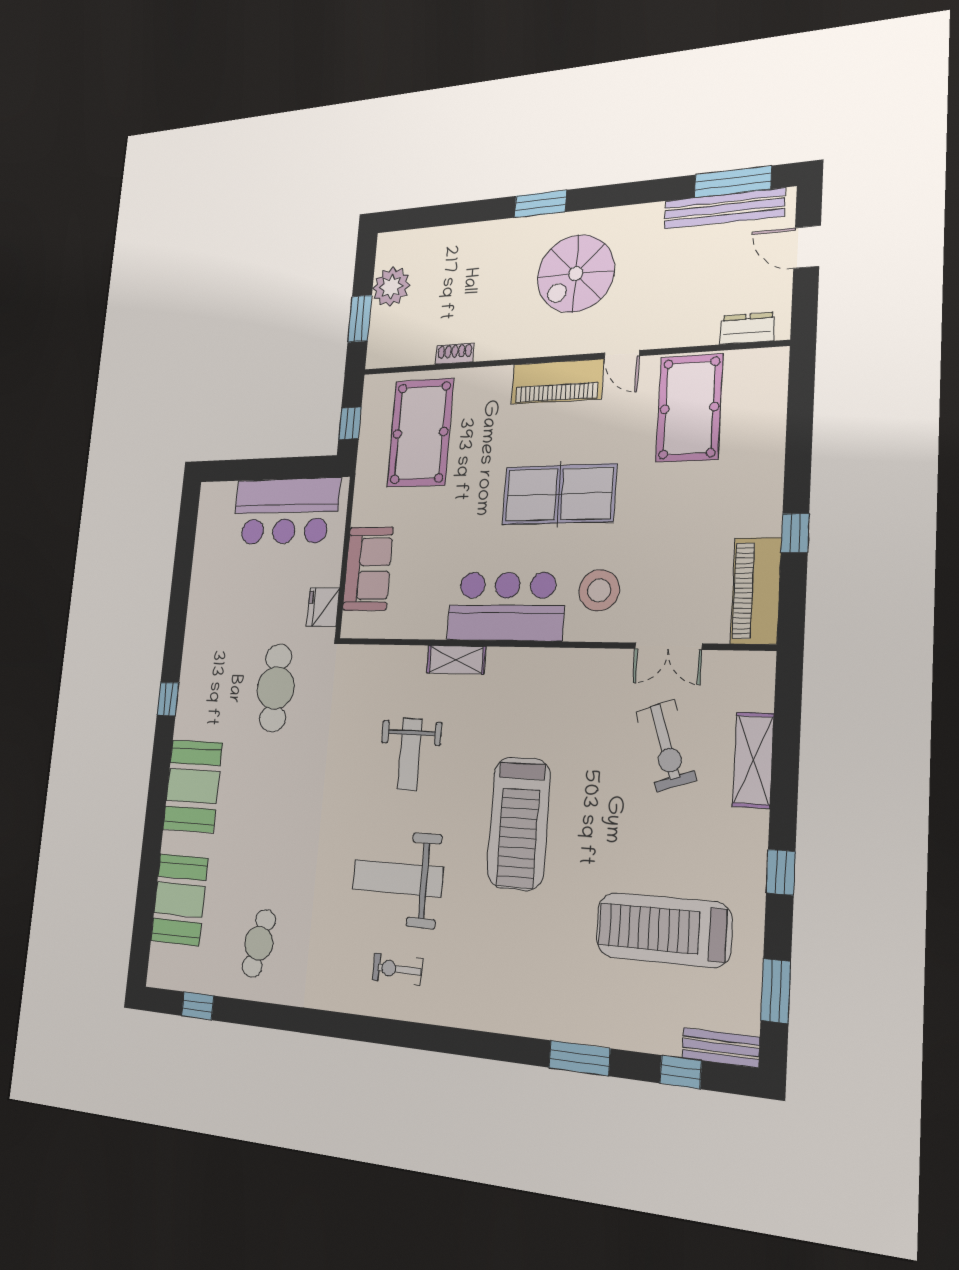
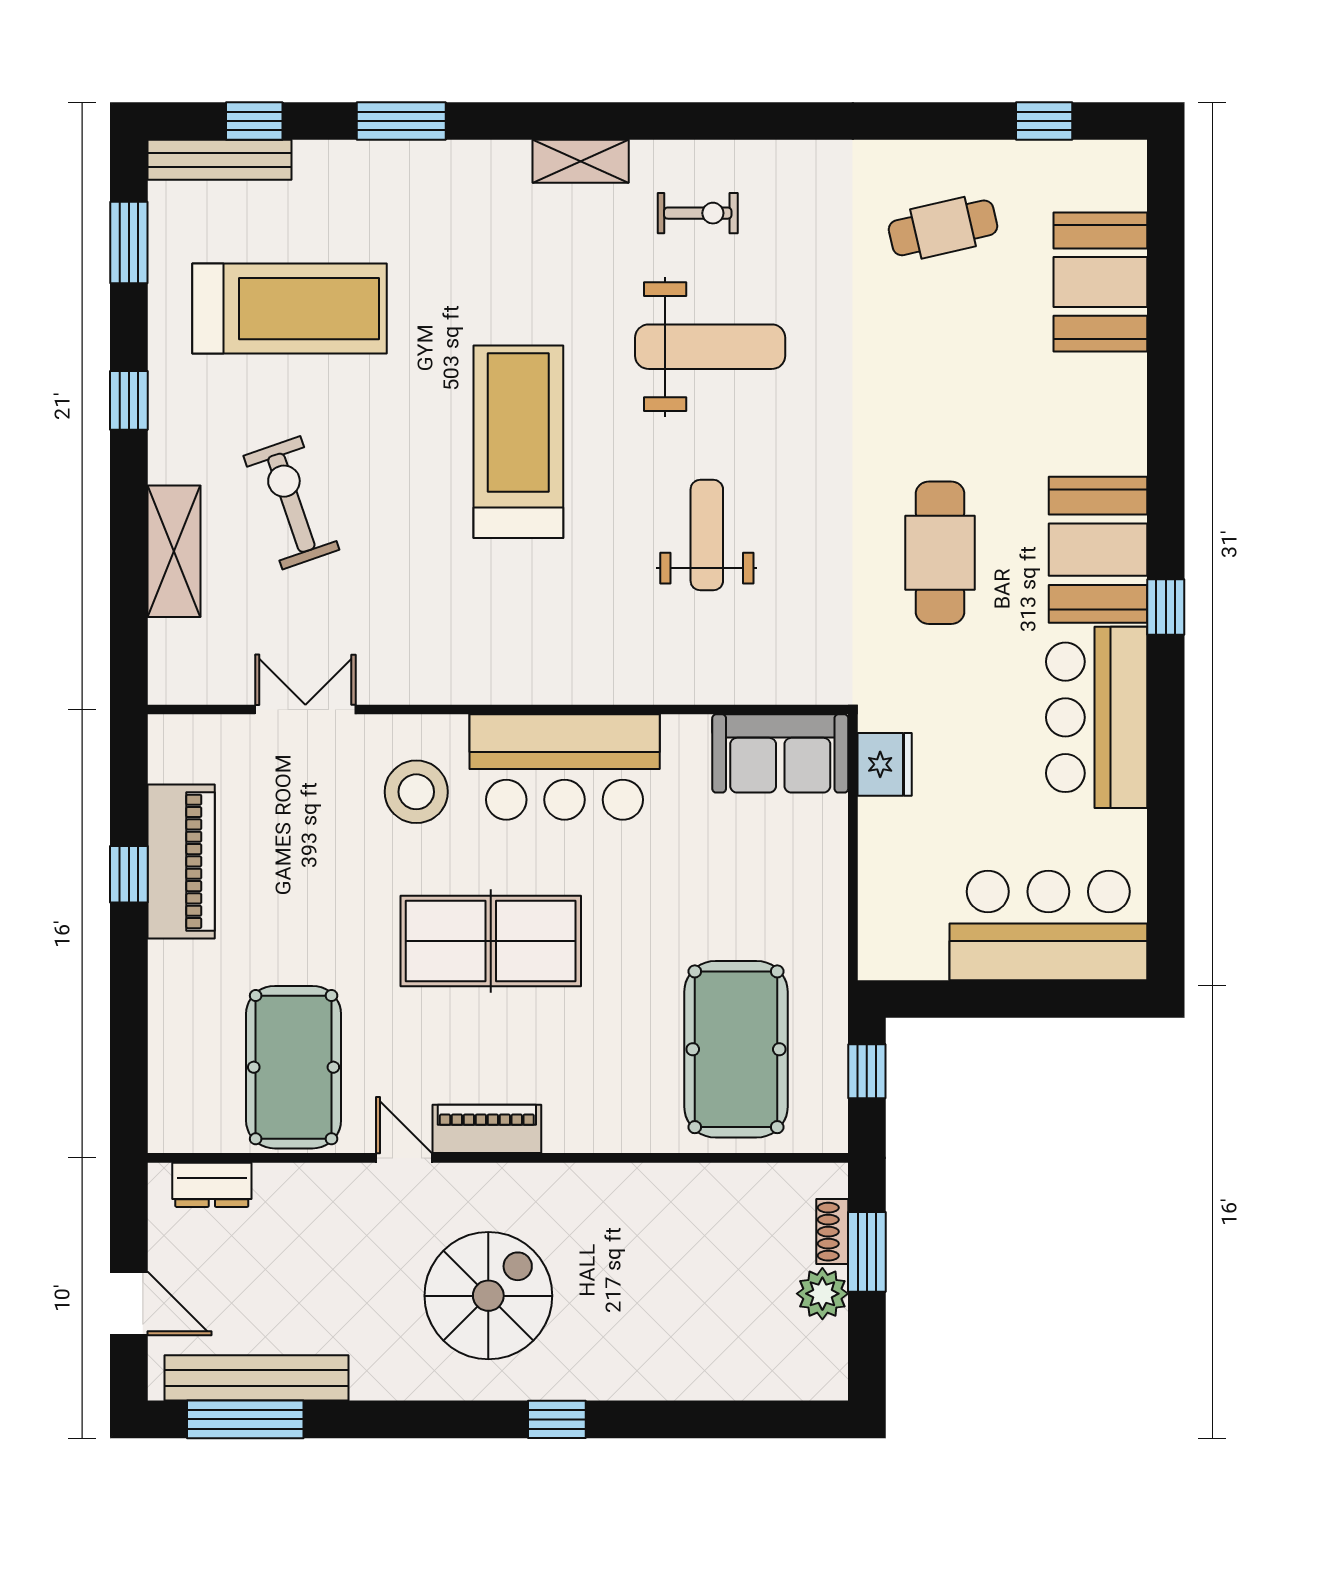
window: (540, 204) -> (557, 1419), width x0.67
plant: (391, 287) -> (822, 1294), width x0.73, depth x0.73
shoe rack: (455, 354) -> (832, 1232), moved, turned 90
piano: (557, 382) -> (487, 1129), width x0.73, depth x0.75
bar counter: (286, 511) -> (1048, 926), moved
sofa: (368, 569) -> (780, 753), moved, turned -90
piano: (756, 591) -> (181, 861), moved
bar counter: (210, 634) -> (1097, 717), added
shelving: (456, 660) -> (581, 161), moved
cafe table: (276, 688) -> (940, 553), moved
exercise bike: (666, 746) -> (291, 503), moved
booth: (193, 786) -> (1098, 550), moved
cafe table: (259, 943) -> (943, 228), turned 64
bench: (721, 1048) -> (220, 160), width x1.36

